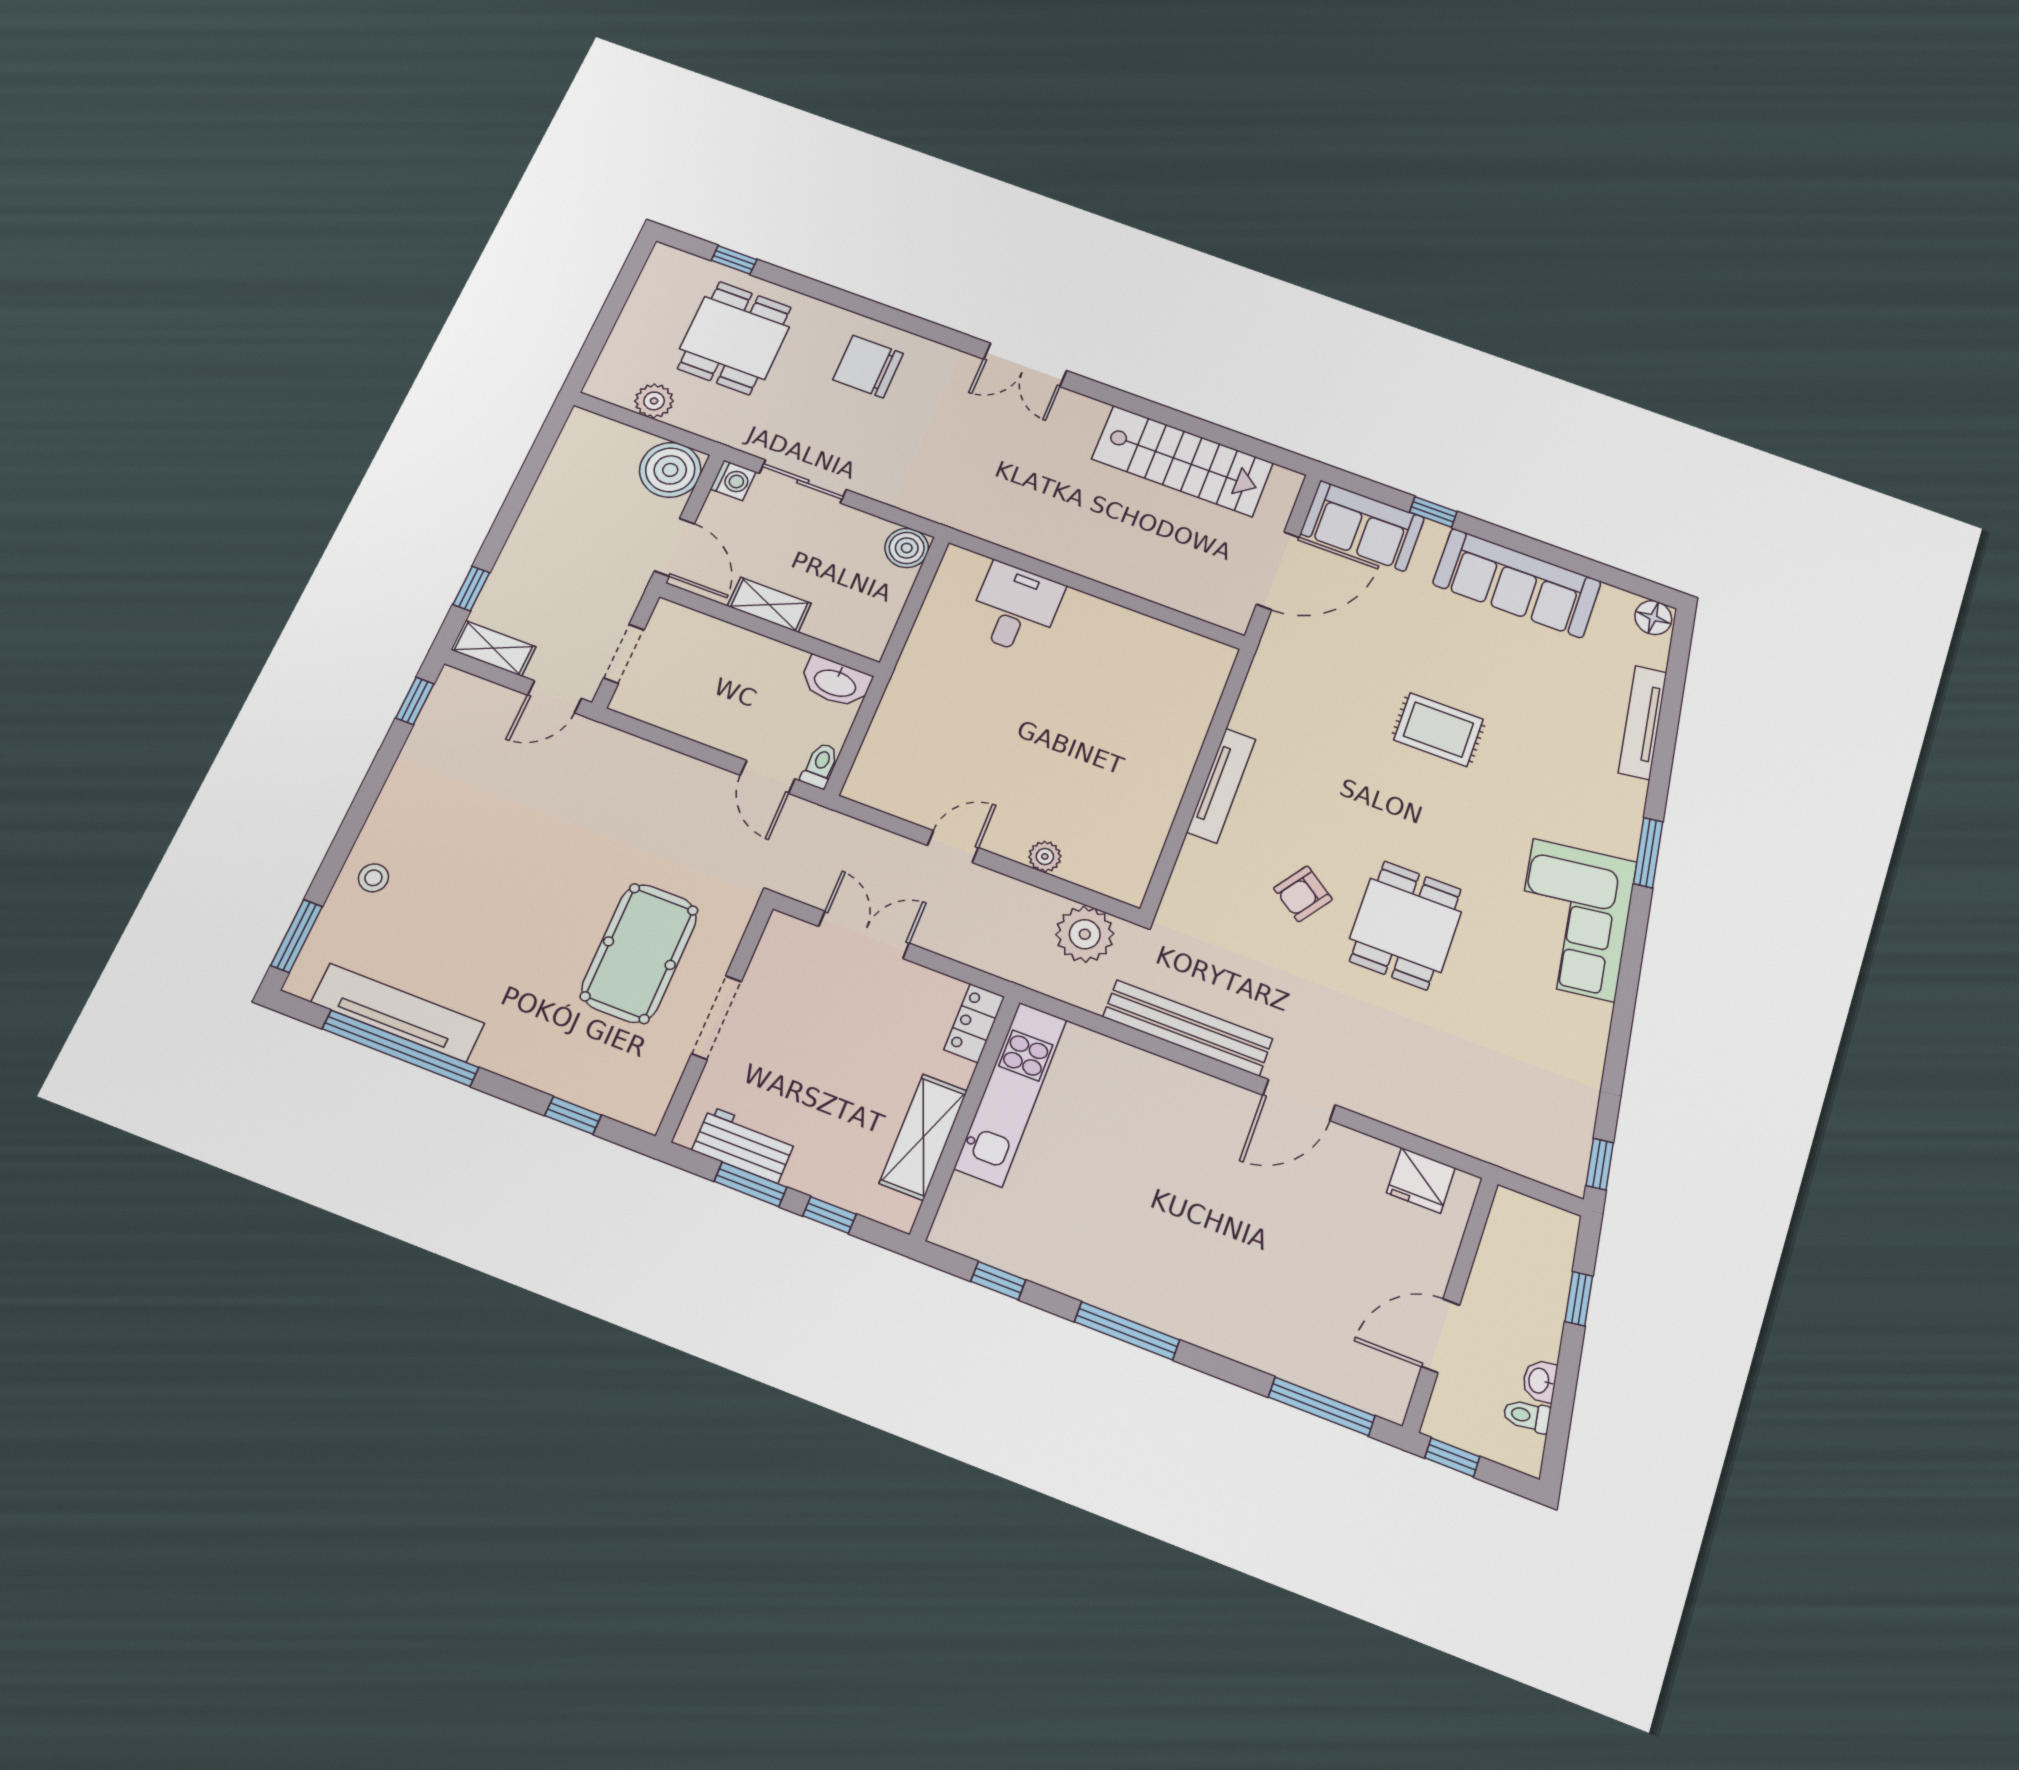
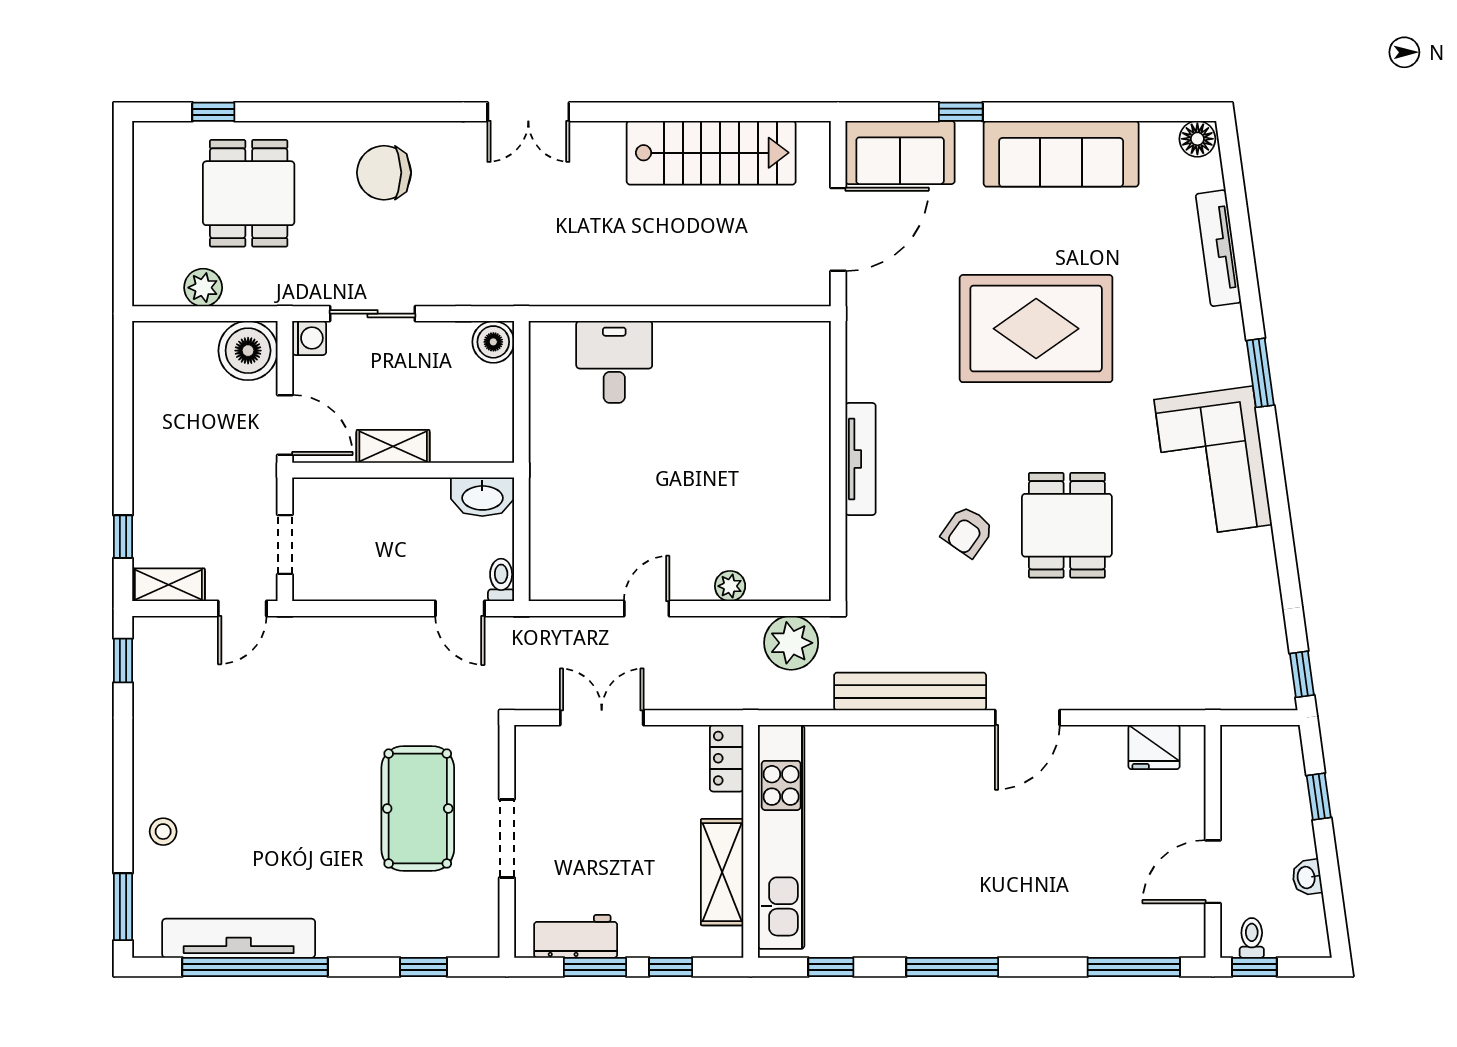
rug: (1438, 730) -> (1036, 329), width x1.86, depth x2.06
kitchen unit: (1011, 1094) -> (781, 837), width x1.36
toilet: (1527, 1416) -> (1252, 938), moved, turned 98

